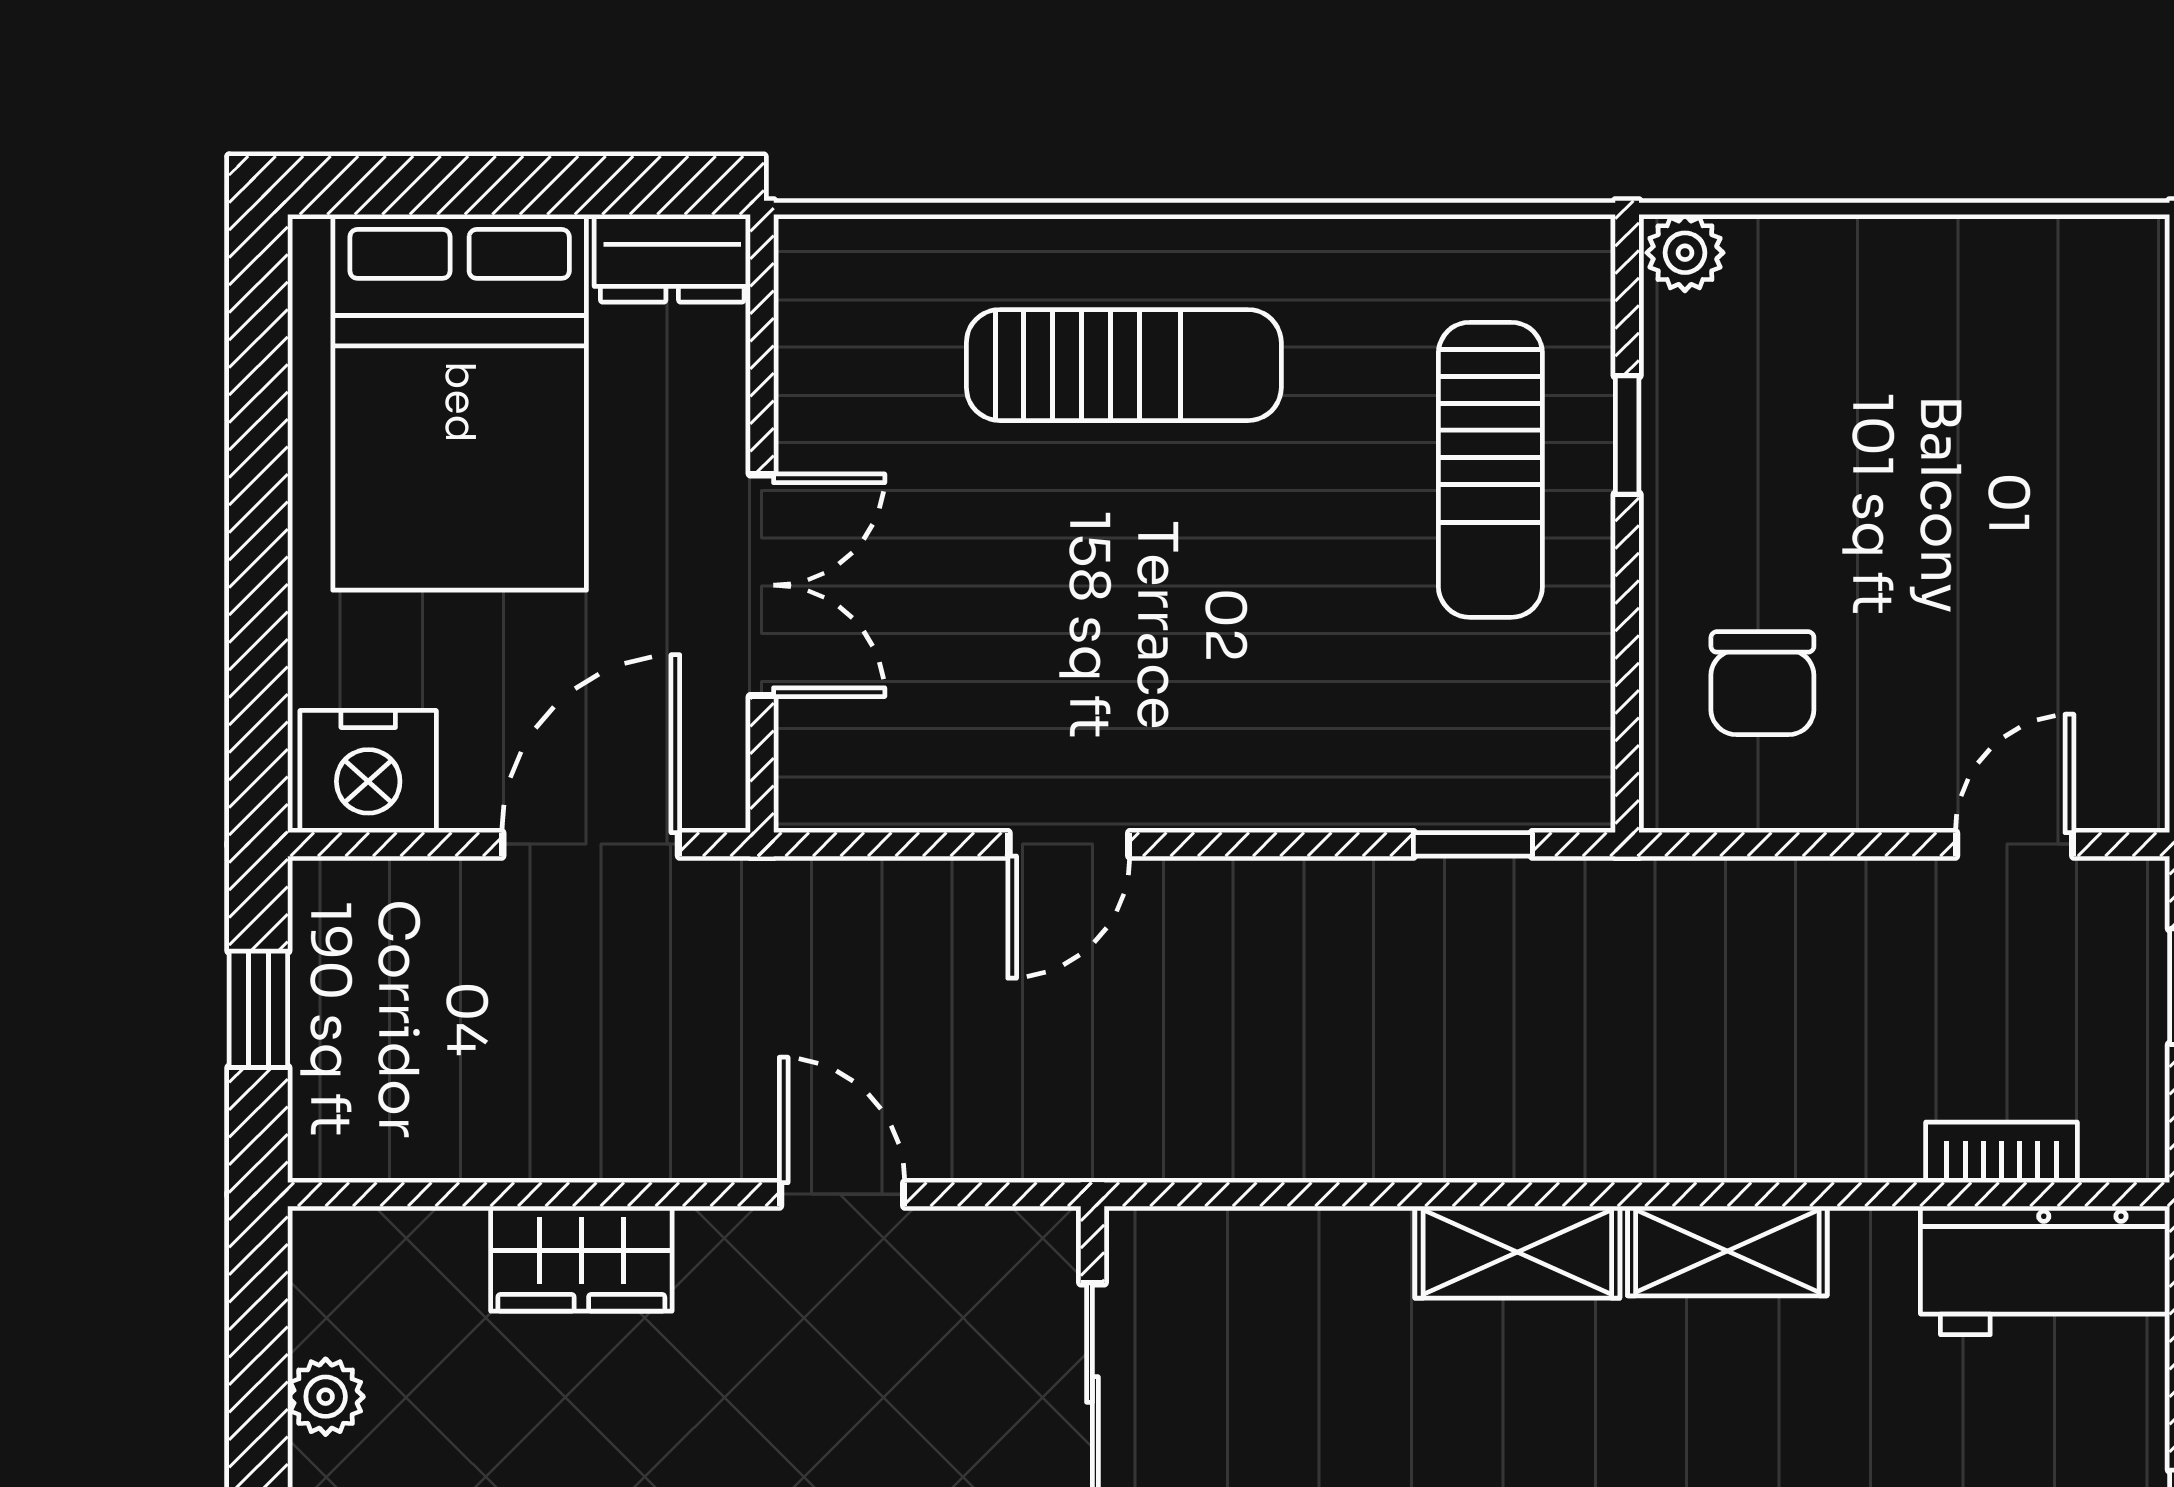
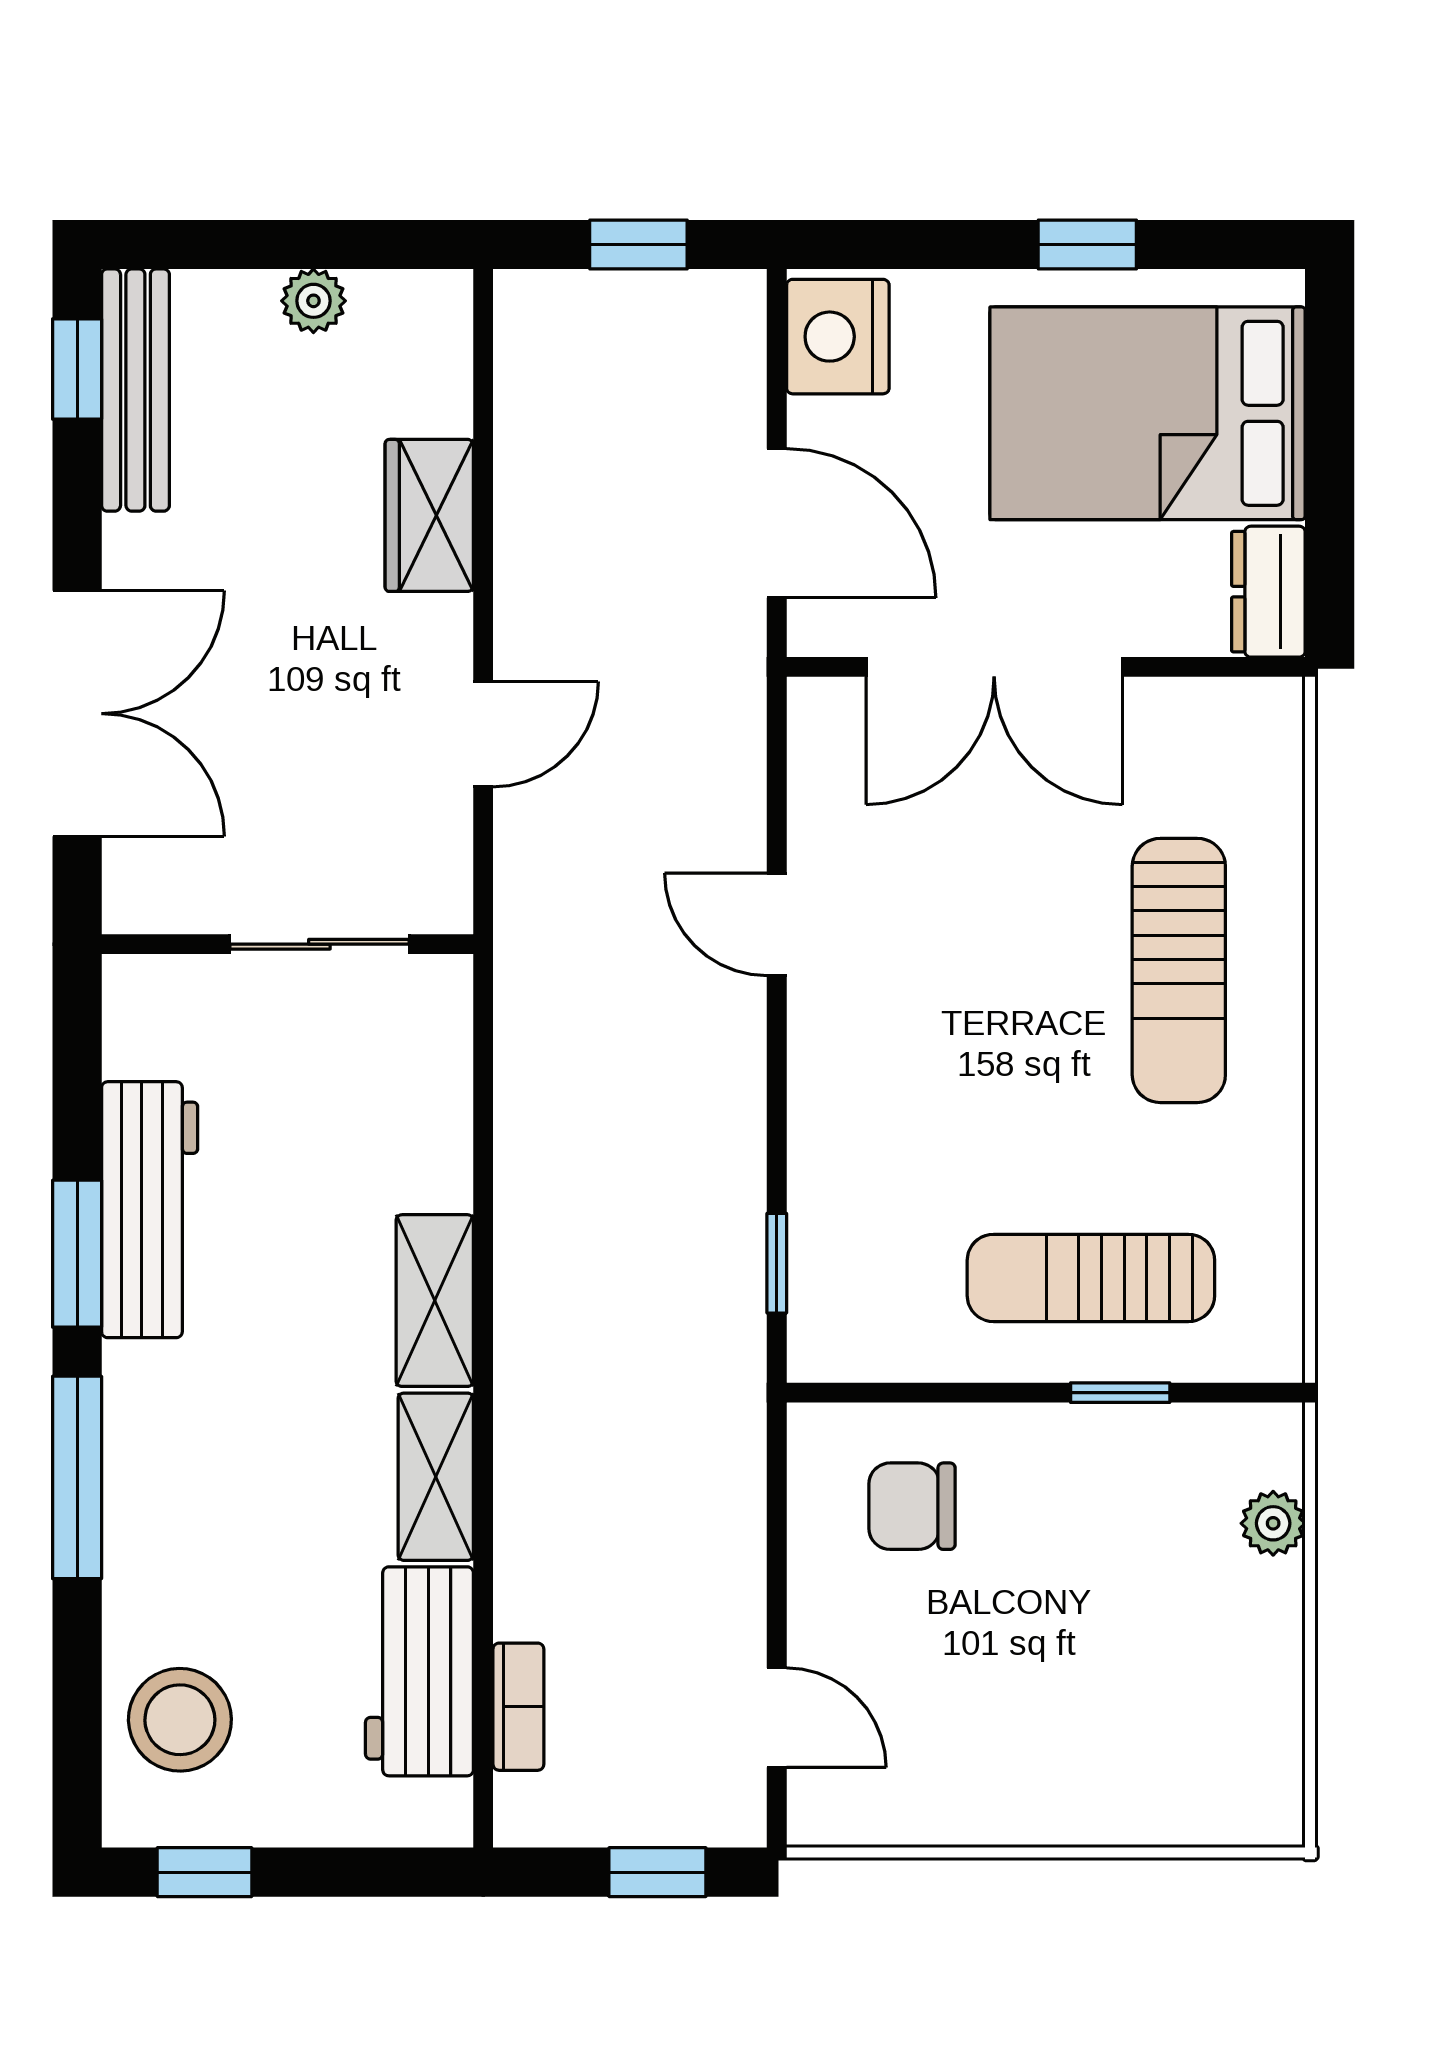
plant: (1685, 253) -> (1273, 1523), moved
window: (258, 474) -> (1087, 244), added
double door: (762, 585) -> (994, 667), width x1.37
workbench: (2045, 1270) -> (419, 1671), moved

